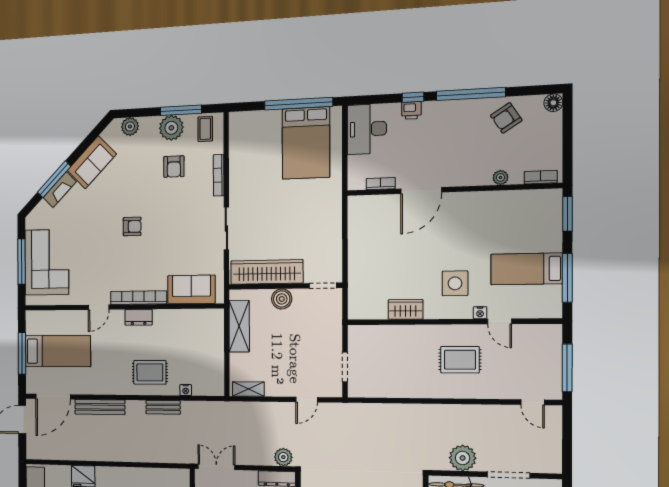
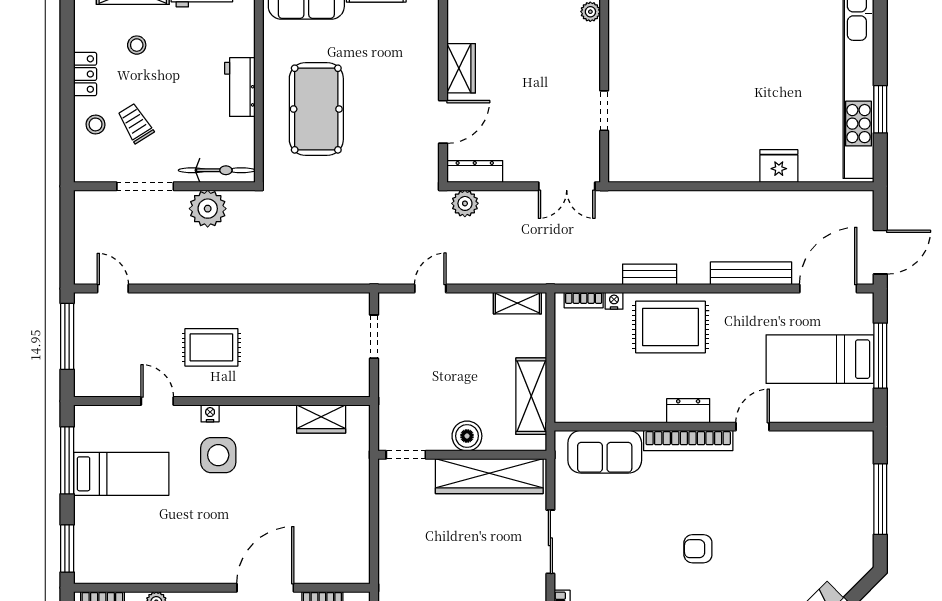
corner sofa: (47, 262) -> (838, 497), removed
wardrobe: (406, 309) -> (321, 419), moved
nightstand: (480, 313) -> (210, 413), moved
rug: (150, 372) -> (670, 327), width x1.36, depth x1.43
bookcase: (205, 391) -> (584, 300), added

